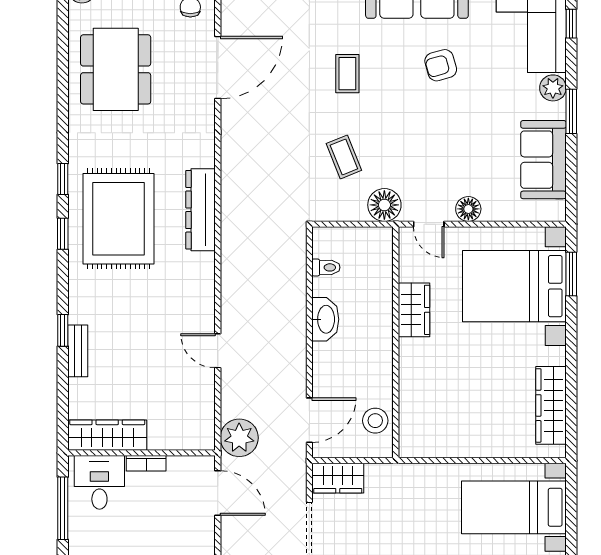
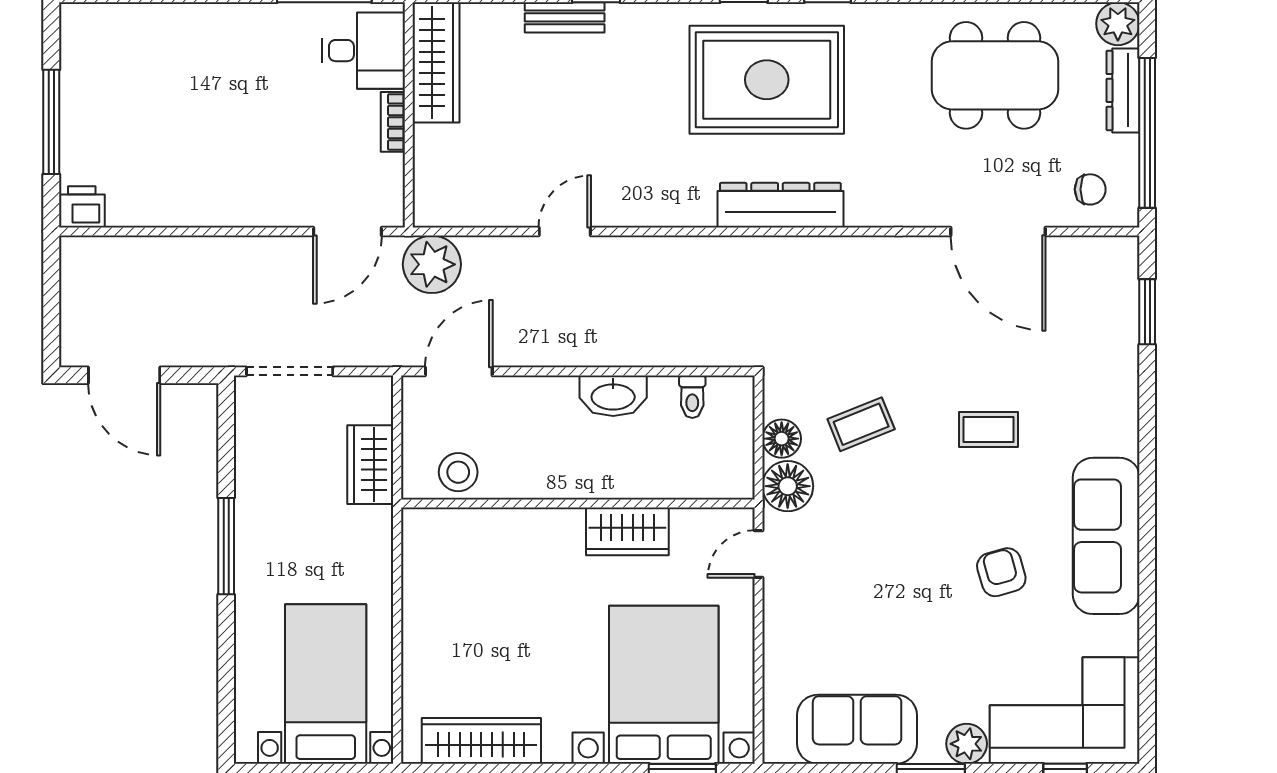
floor lamp: (468, 209) -> (782, 439), moved
door: (309, 420) -> (459, 371), swing flipped
wardrobe: (338, 478) -> (370, 465), moved

